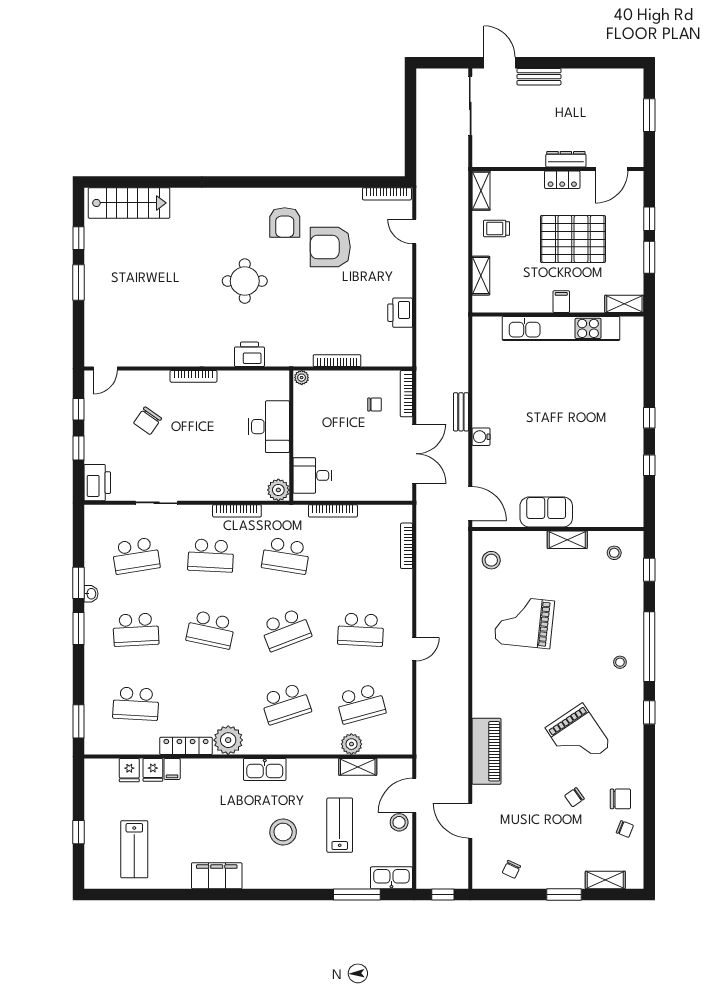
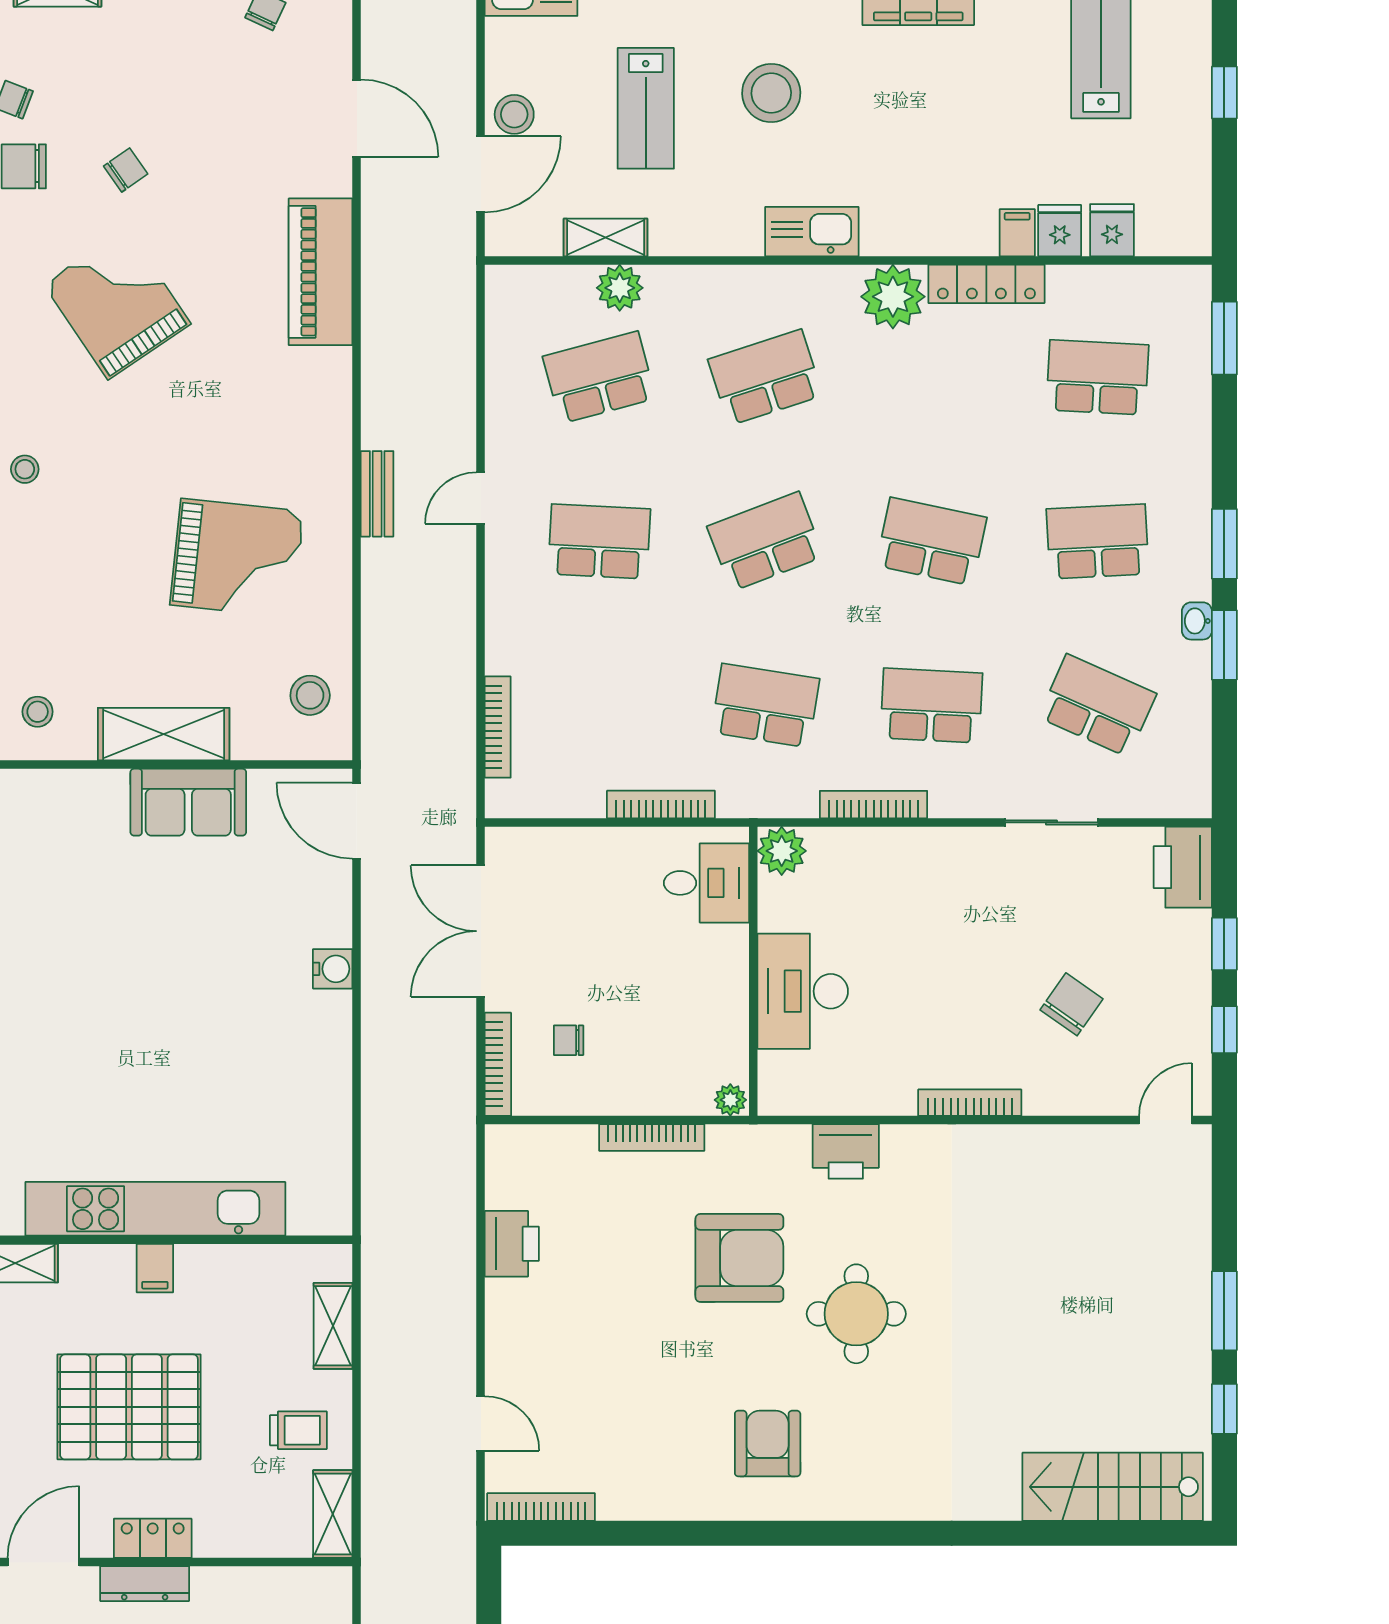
armchair: (330, 247) -> (739, 1258), moved
bench: (461, 412) -> (377, 494), moved
shelving: (567, 540) -> (164, 734), width x1.50, depth x1.33
school desk: (136, 556) -> (1097, 705), turned 33

